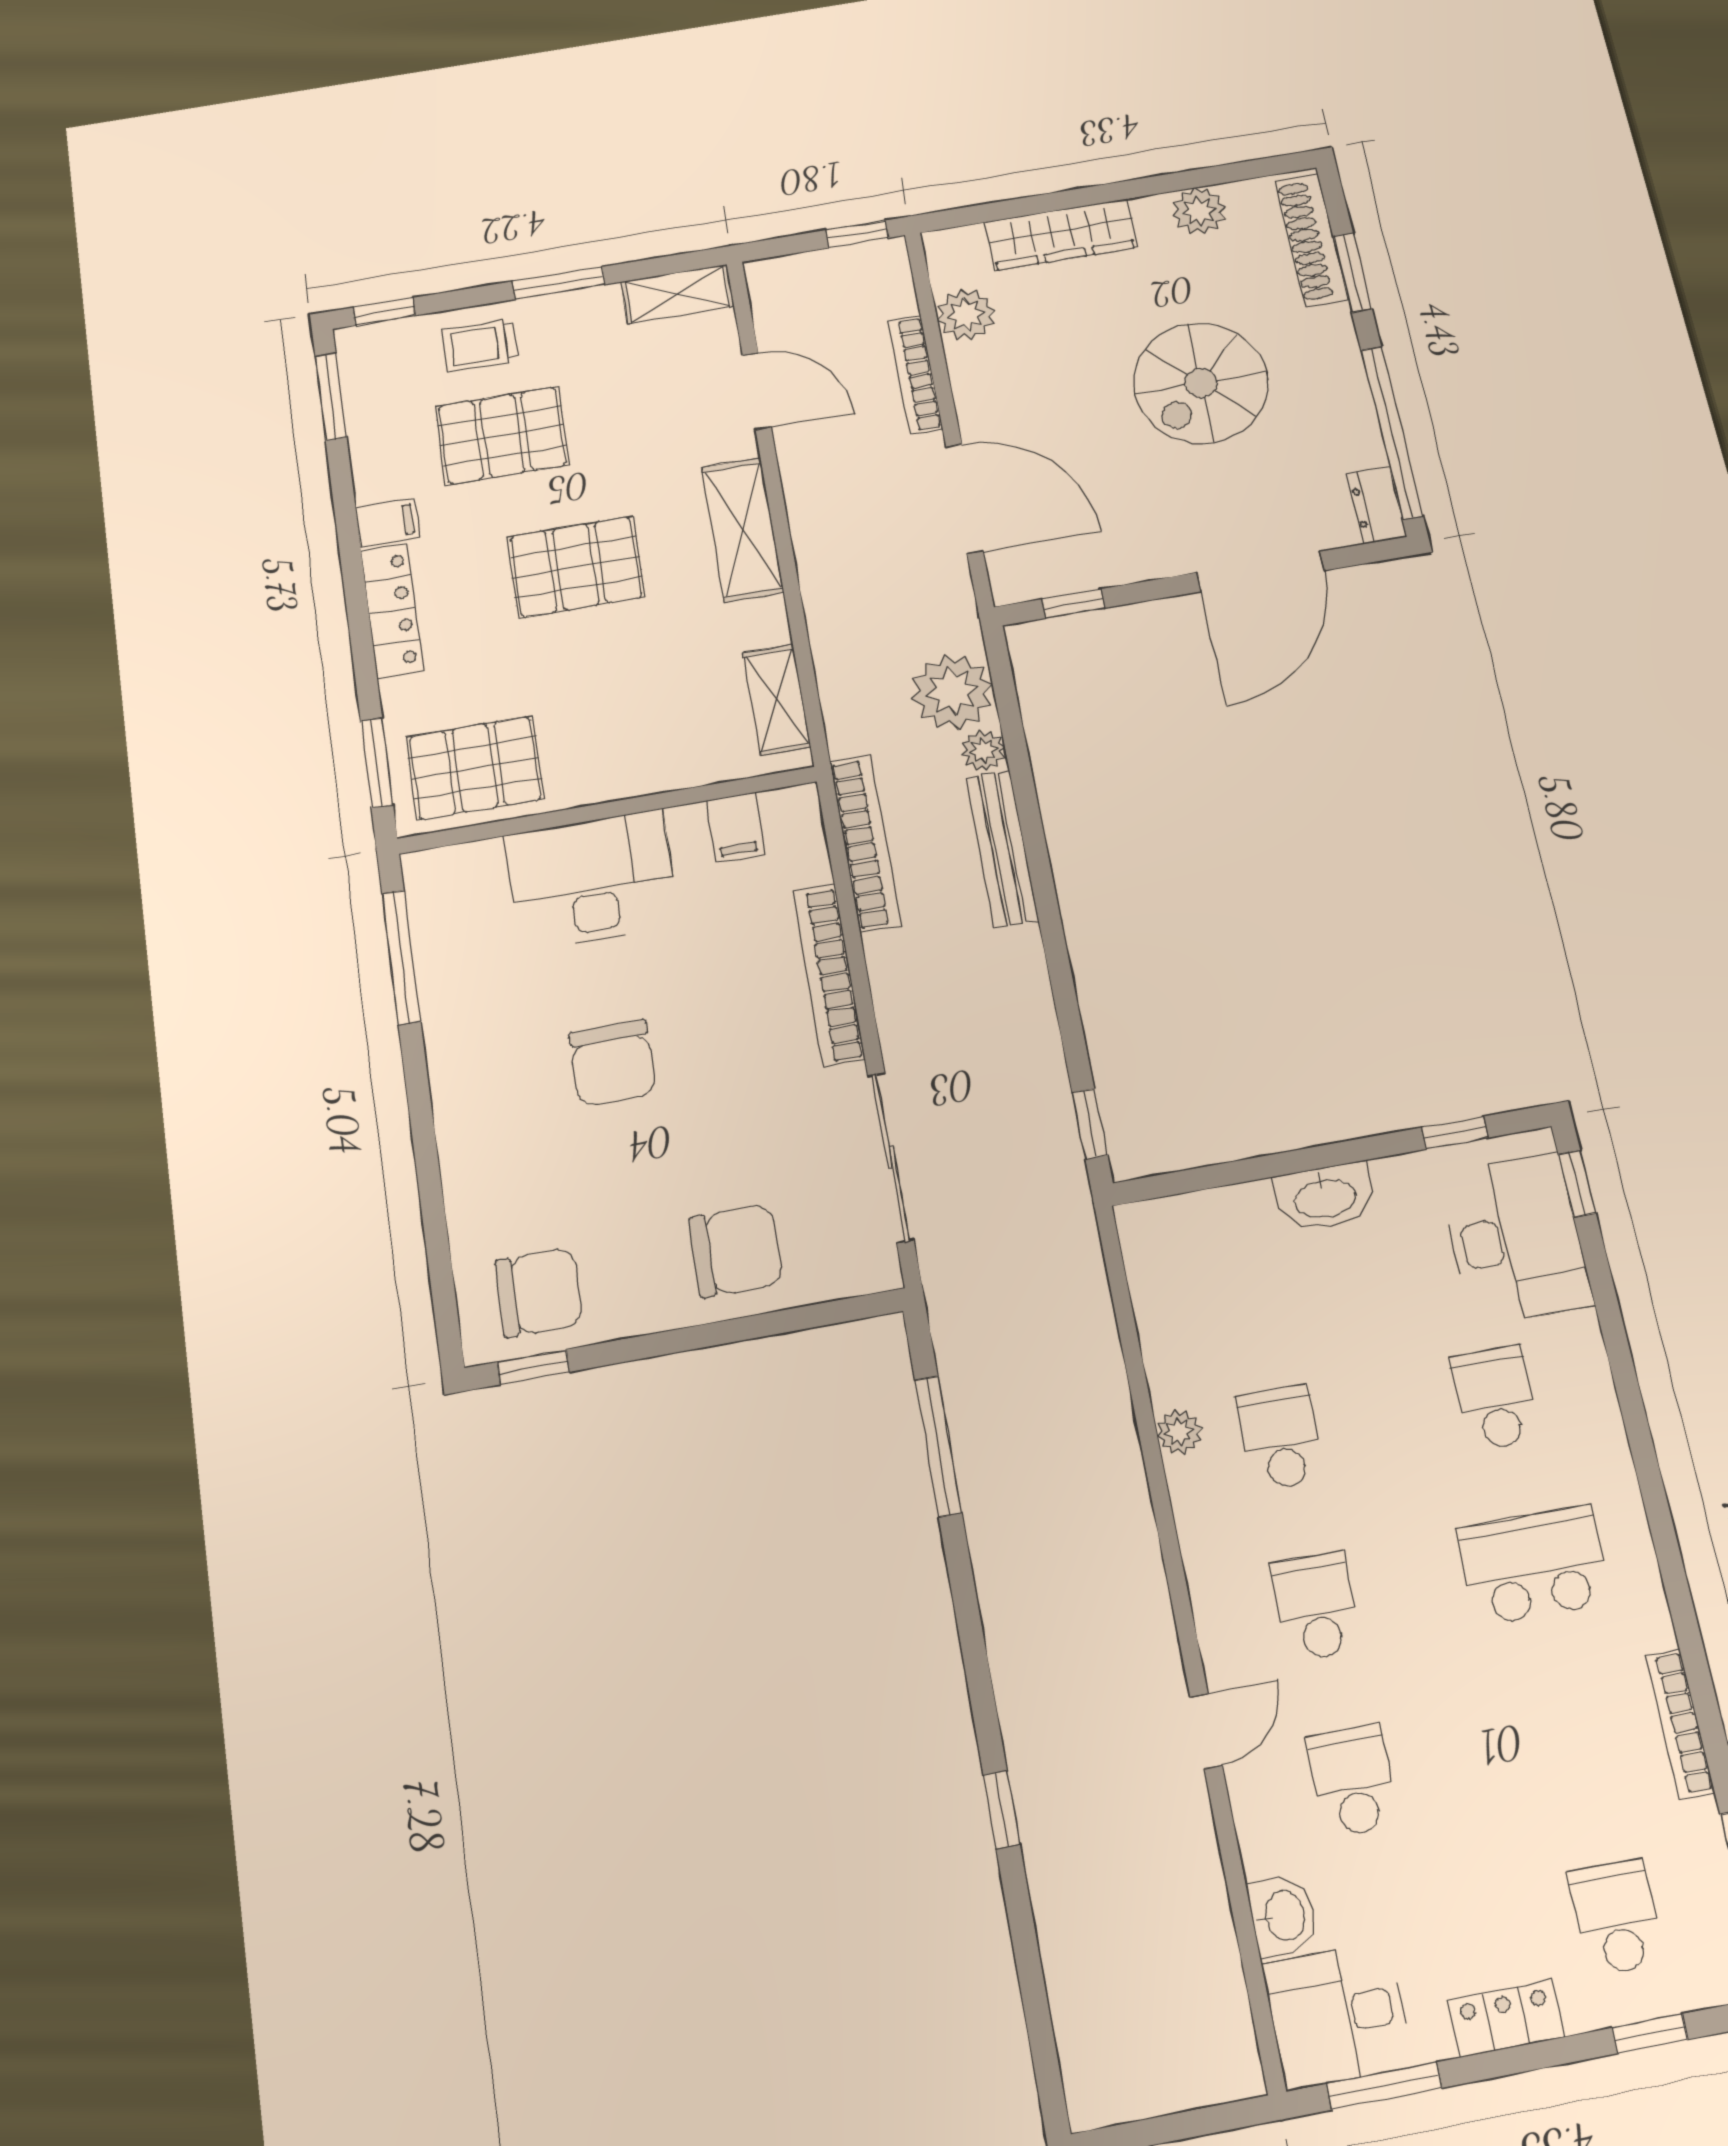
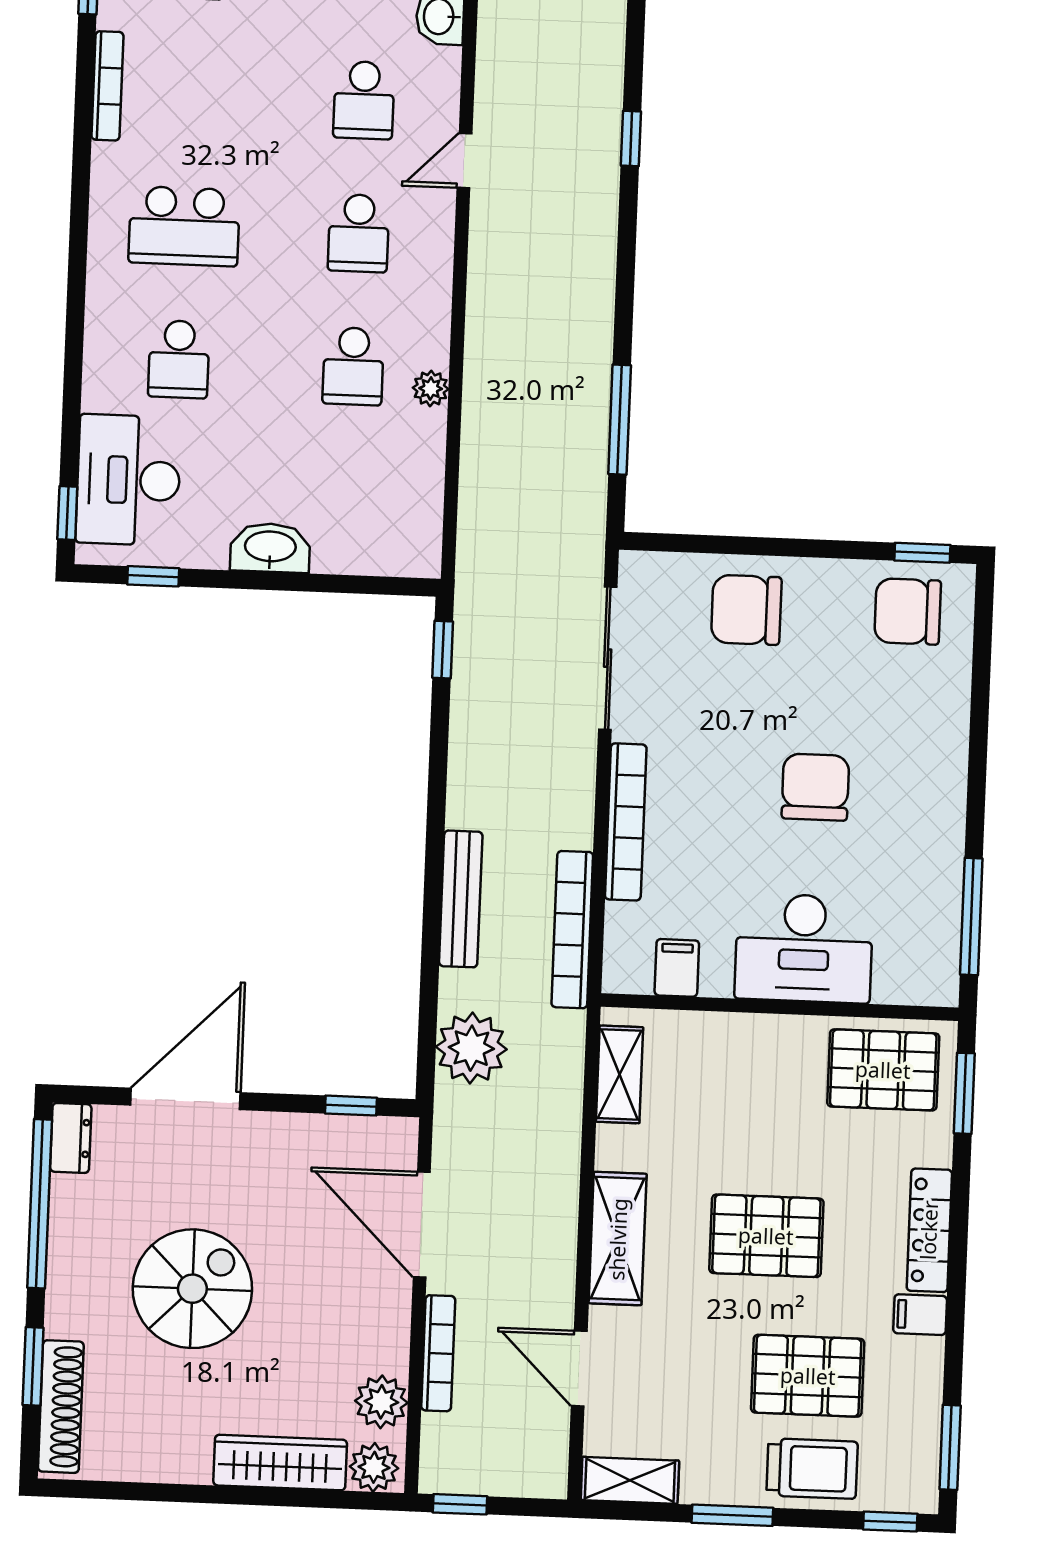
plant: (1199, 211) -> (374, 1467), moved
trolley: (480, 345) -> (812, 1469), width x1.36, depth x1.39
plant: (983, 751) -> (457, 989), removed

